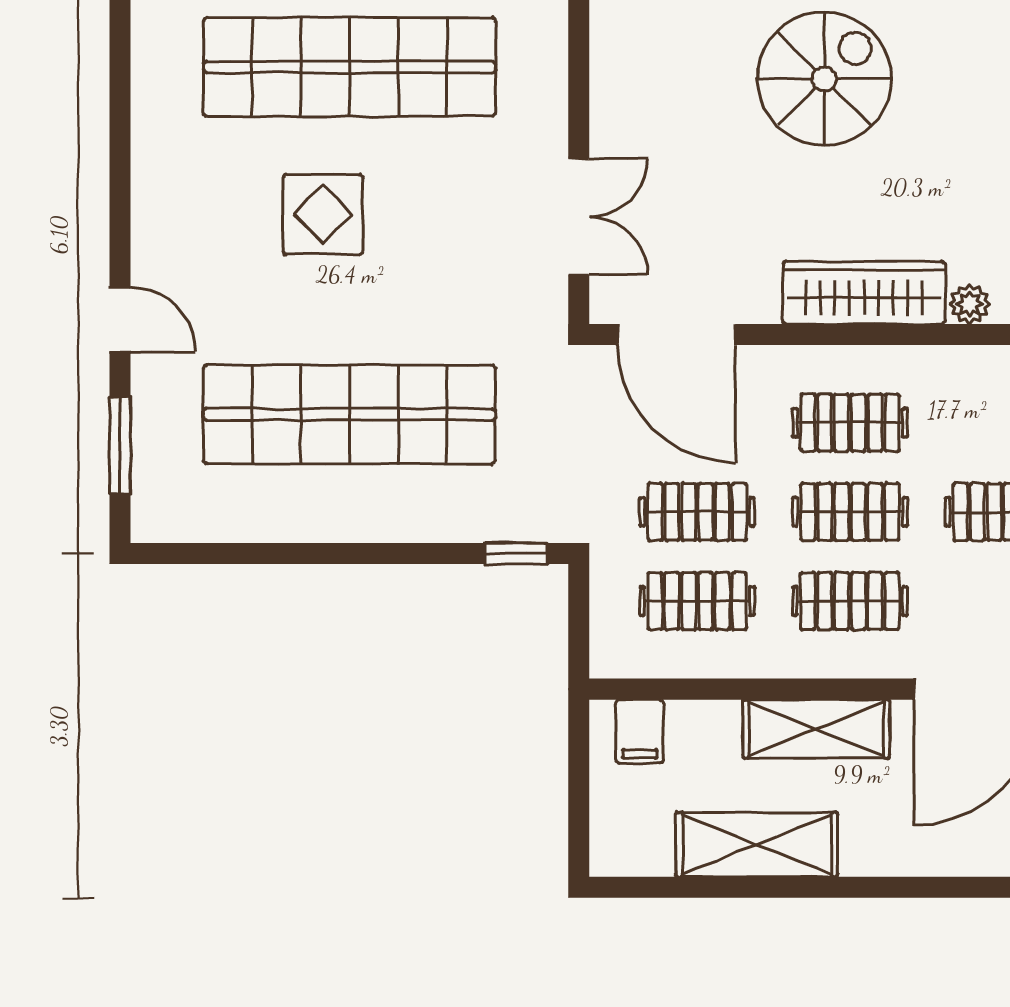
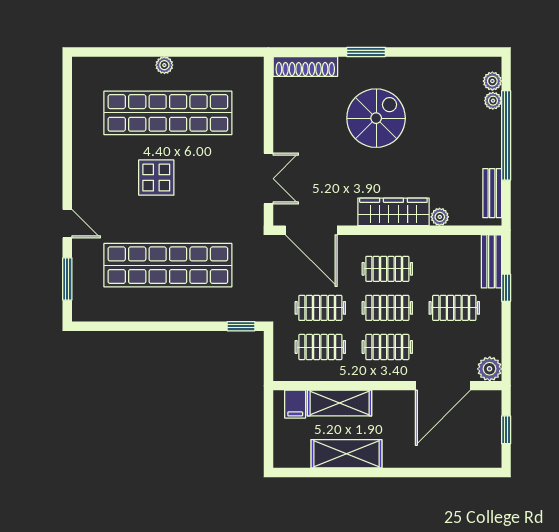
shelving: (816, 729) -> (340, 403), moved

